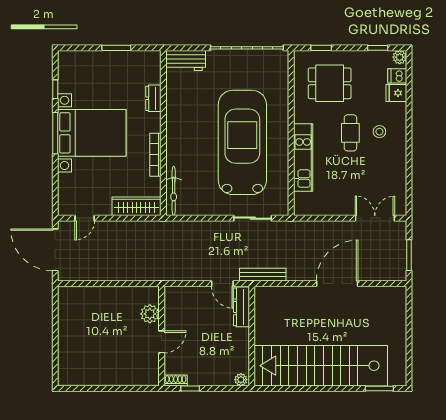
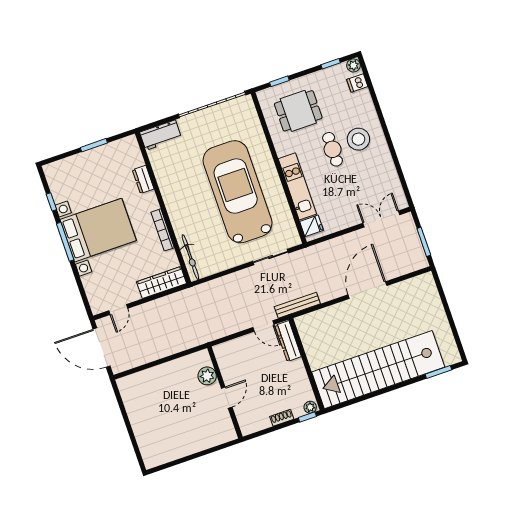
fridge: (396, 93) -> (312, 226), moved, turned 180
stool: (379, 132) -> (358, 139), width x1.89, depth x1.89
shoe rack: (176, 380) -> (282, 418), moved
window: (190, 388) -> (307, 417), moved

